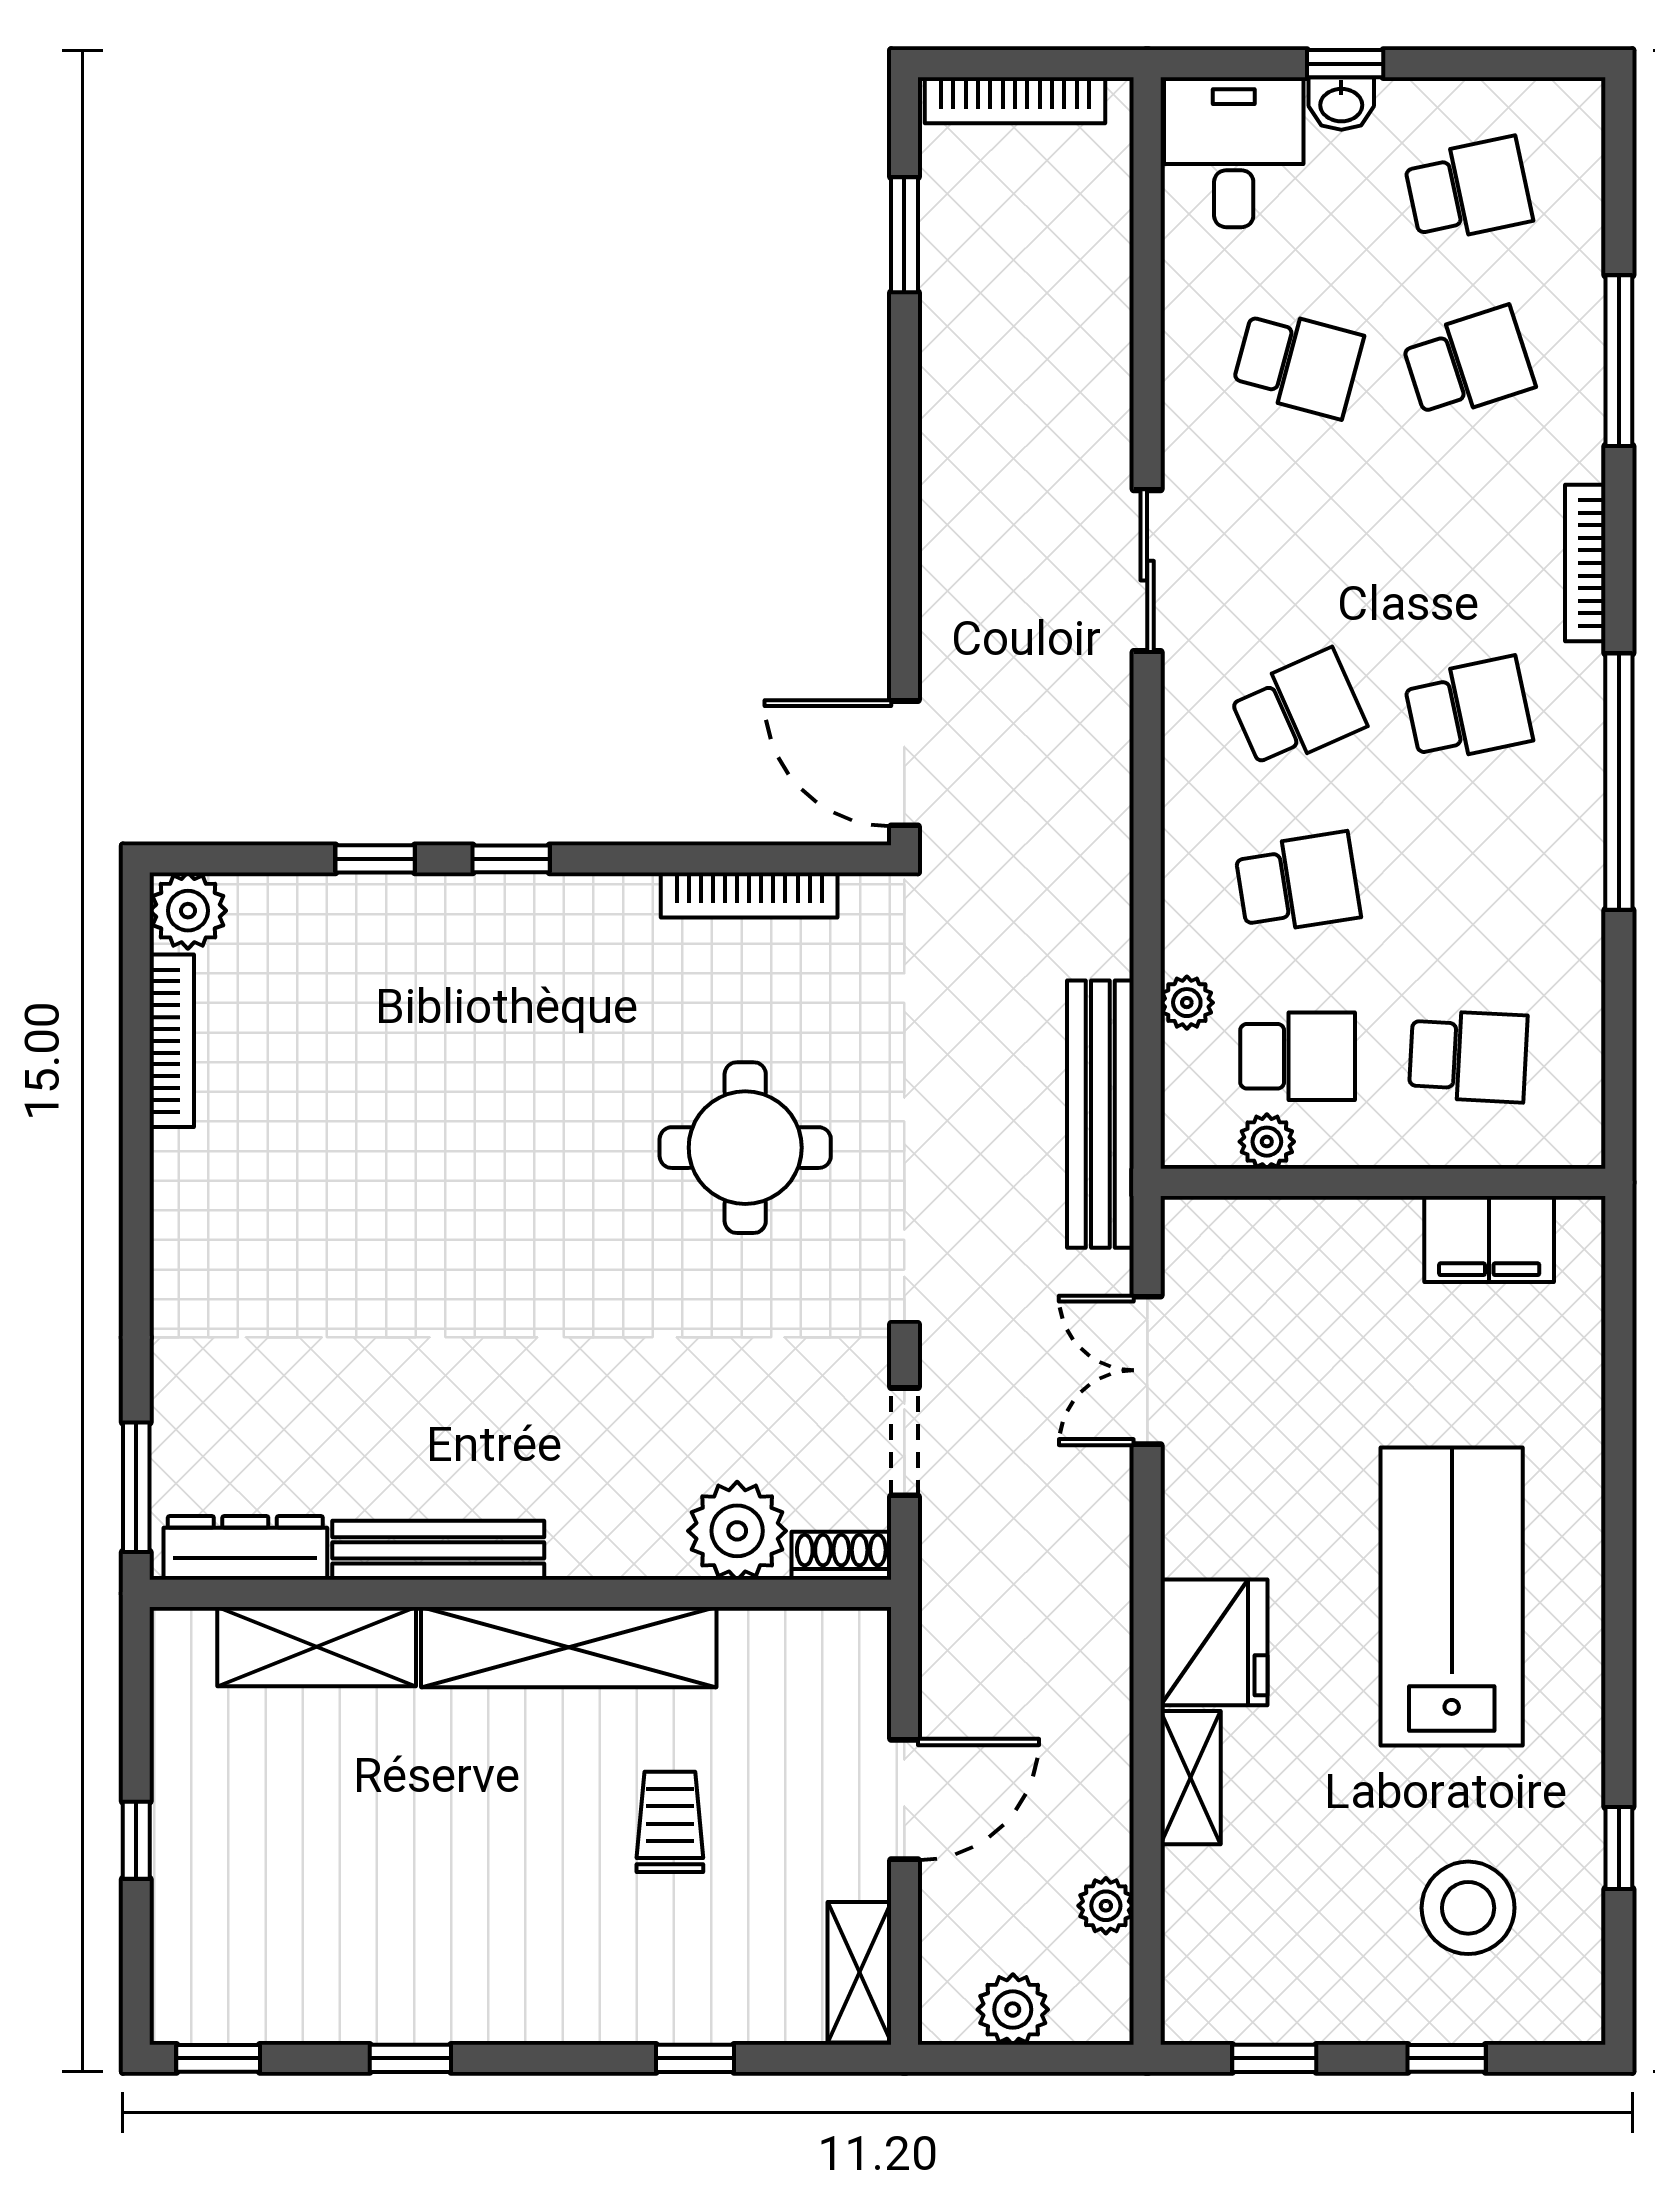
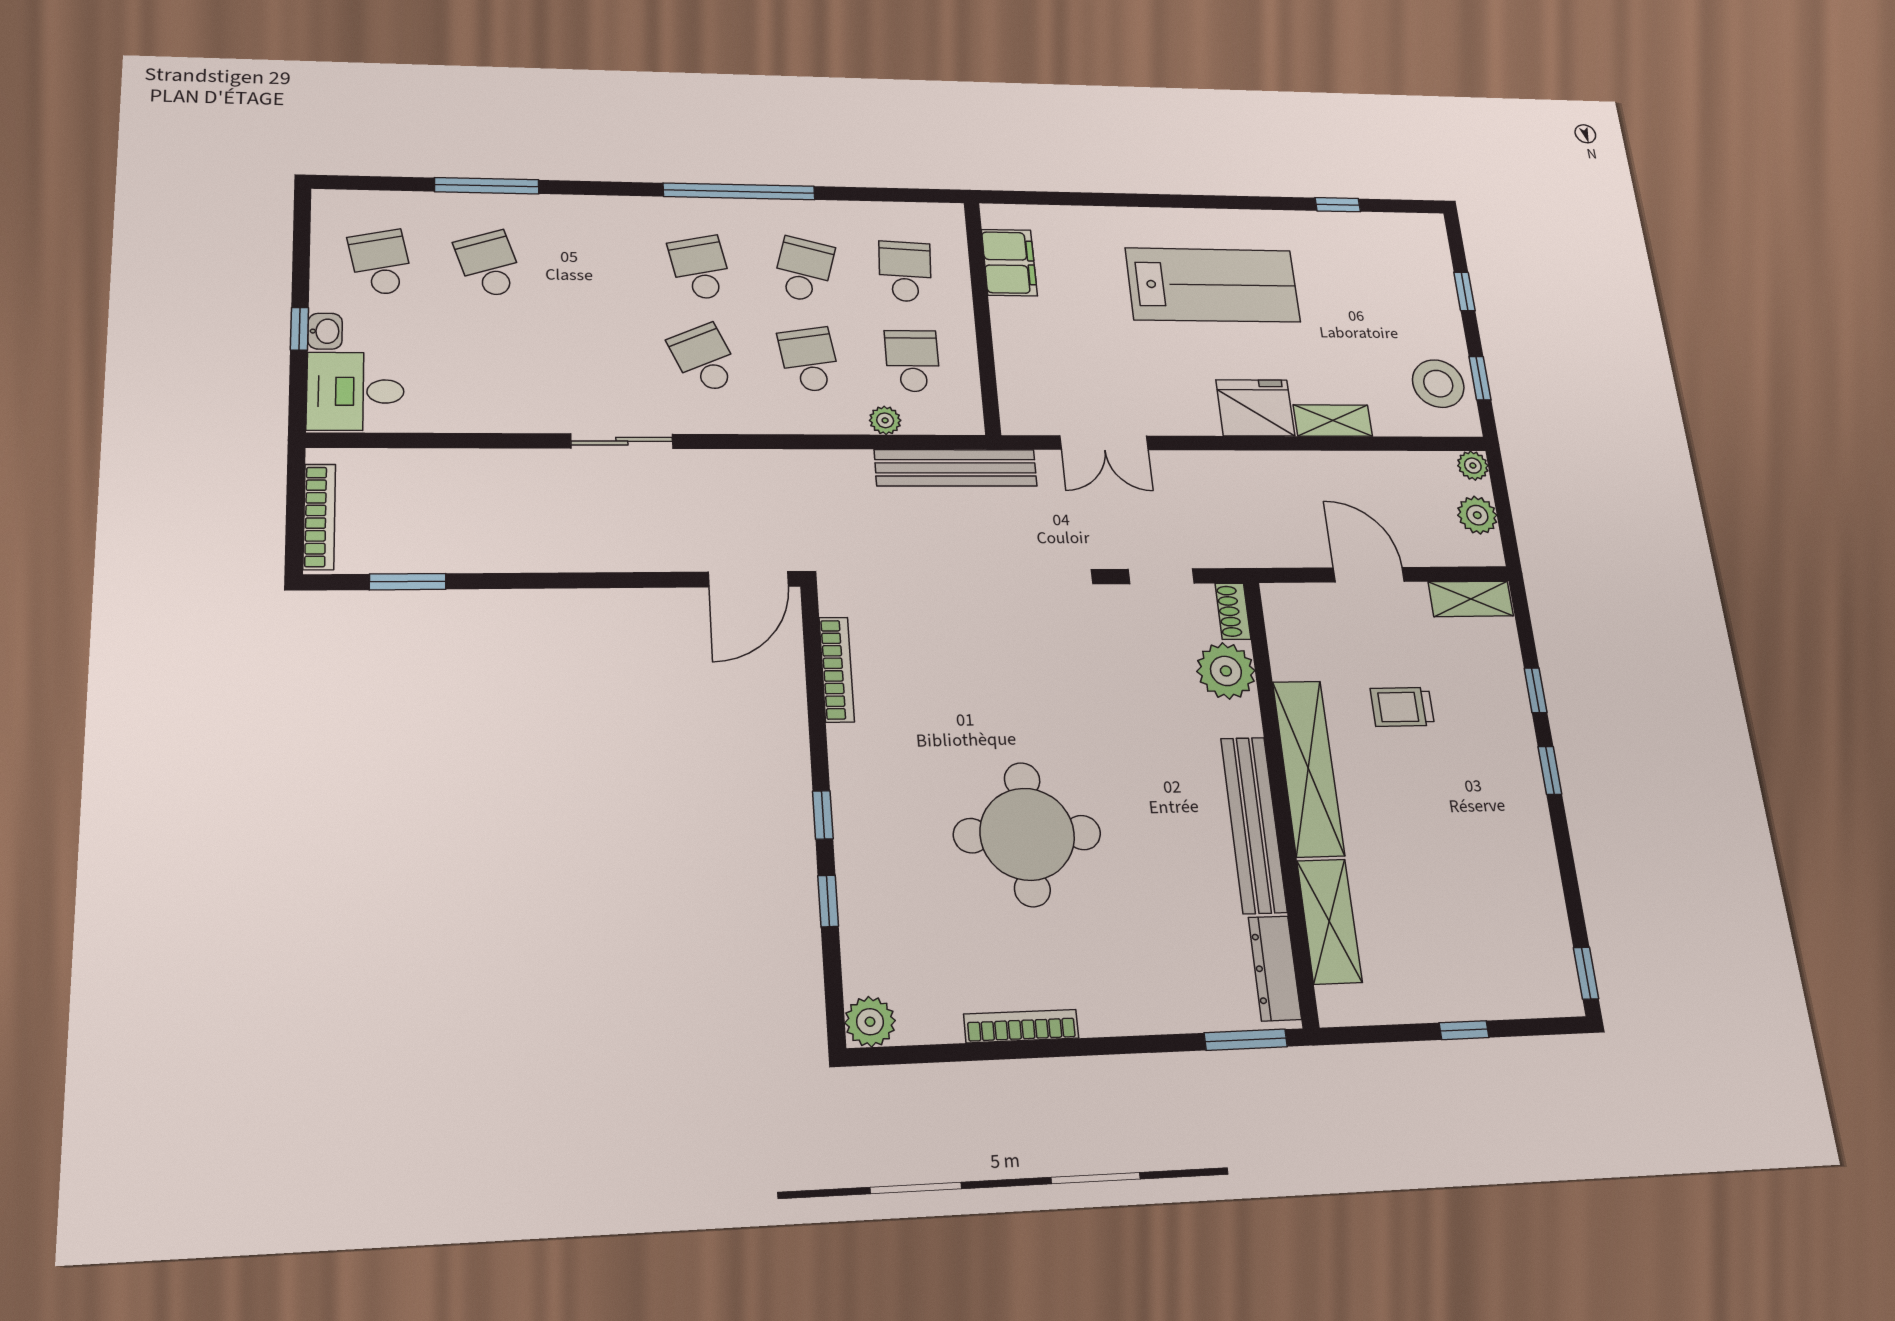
school desk: (1298, 363) -> (803, 270), moved
bookcase: (1585, 563) -> (610, 206), removed
bookcase: (172, 1041) -> (1021, 1026), moved
plant: (1267, 1142) -> (964, 378), removed
round table: (745, 1148) -> (1027, 834), moved, width x1.36, depth x1.36
bench: (438, 1550) -> (1254, 825), width x1.37, depth x1.21
lab bench: (1452, 1597) -> (1213, 285), turned 180
plant: (1106, 1906) -> (1473, 466), moved
stool: (1468, 1908) -> (1438, 384), moved
window: (410, 2058) -> (1550, 770), moved

